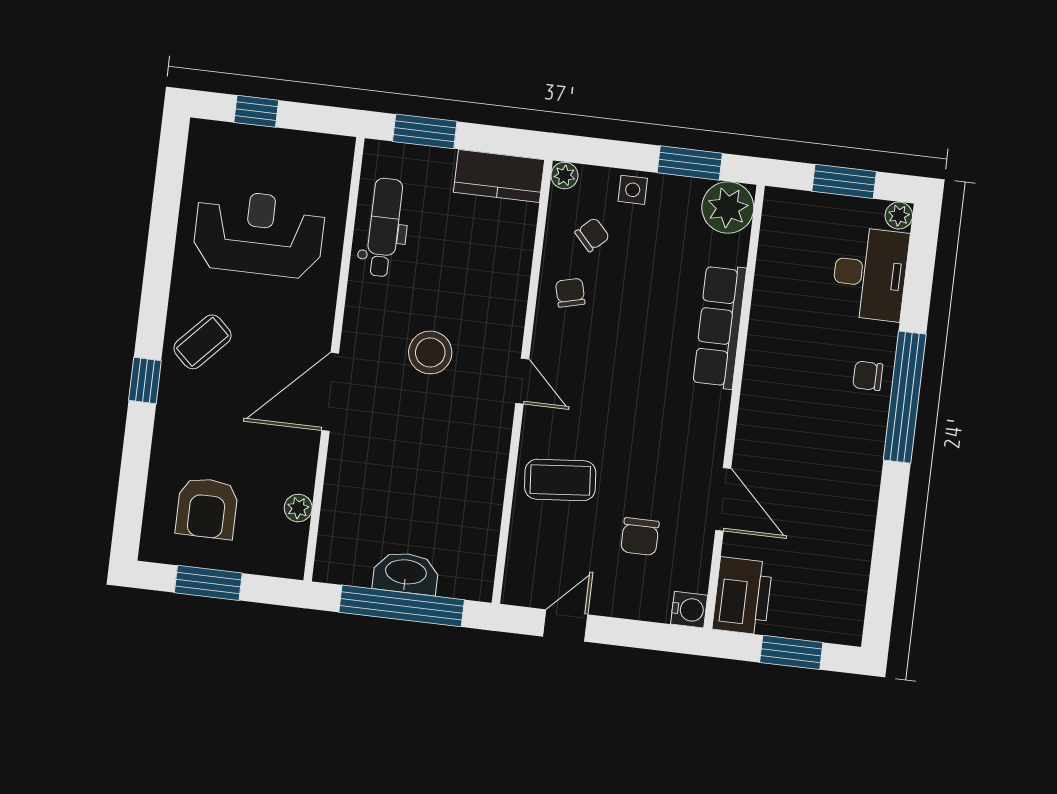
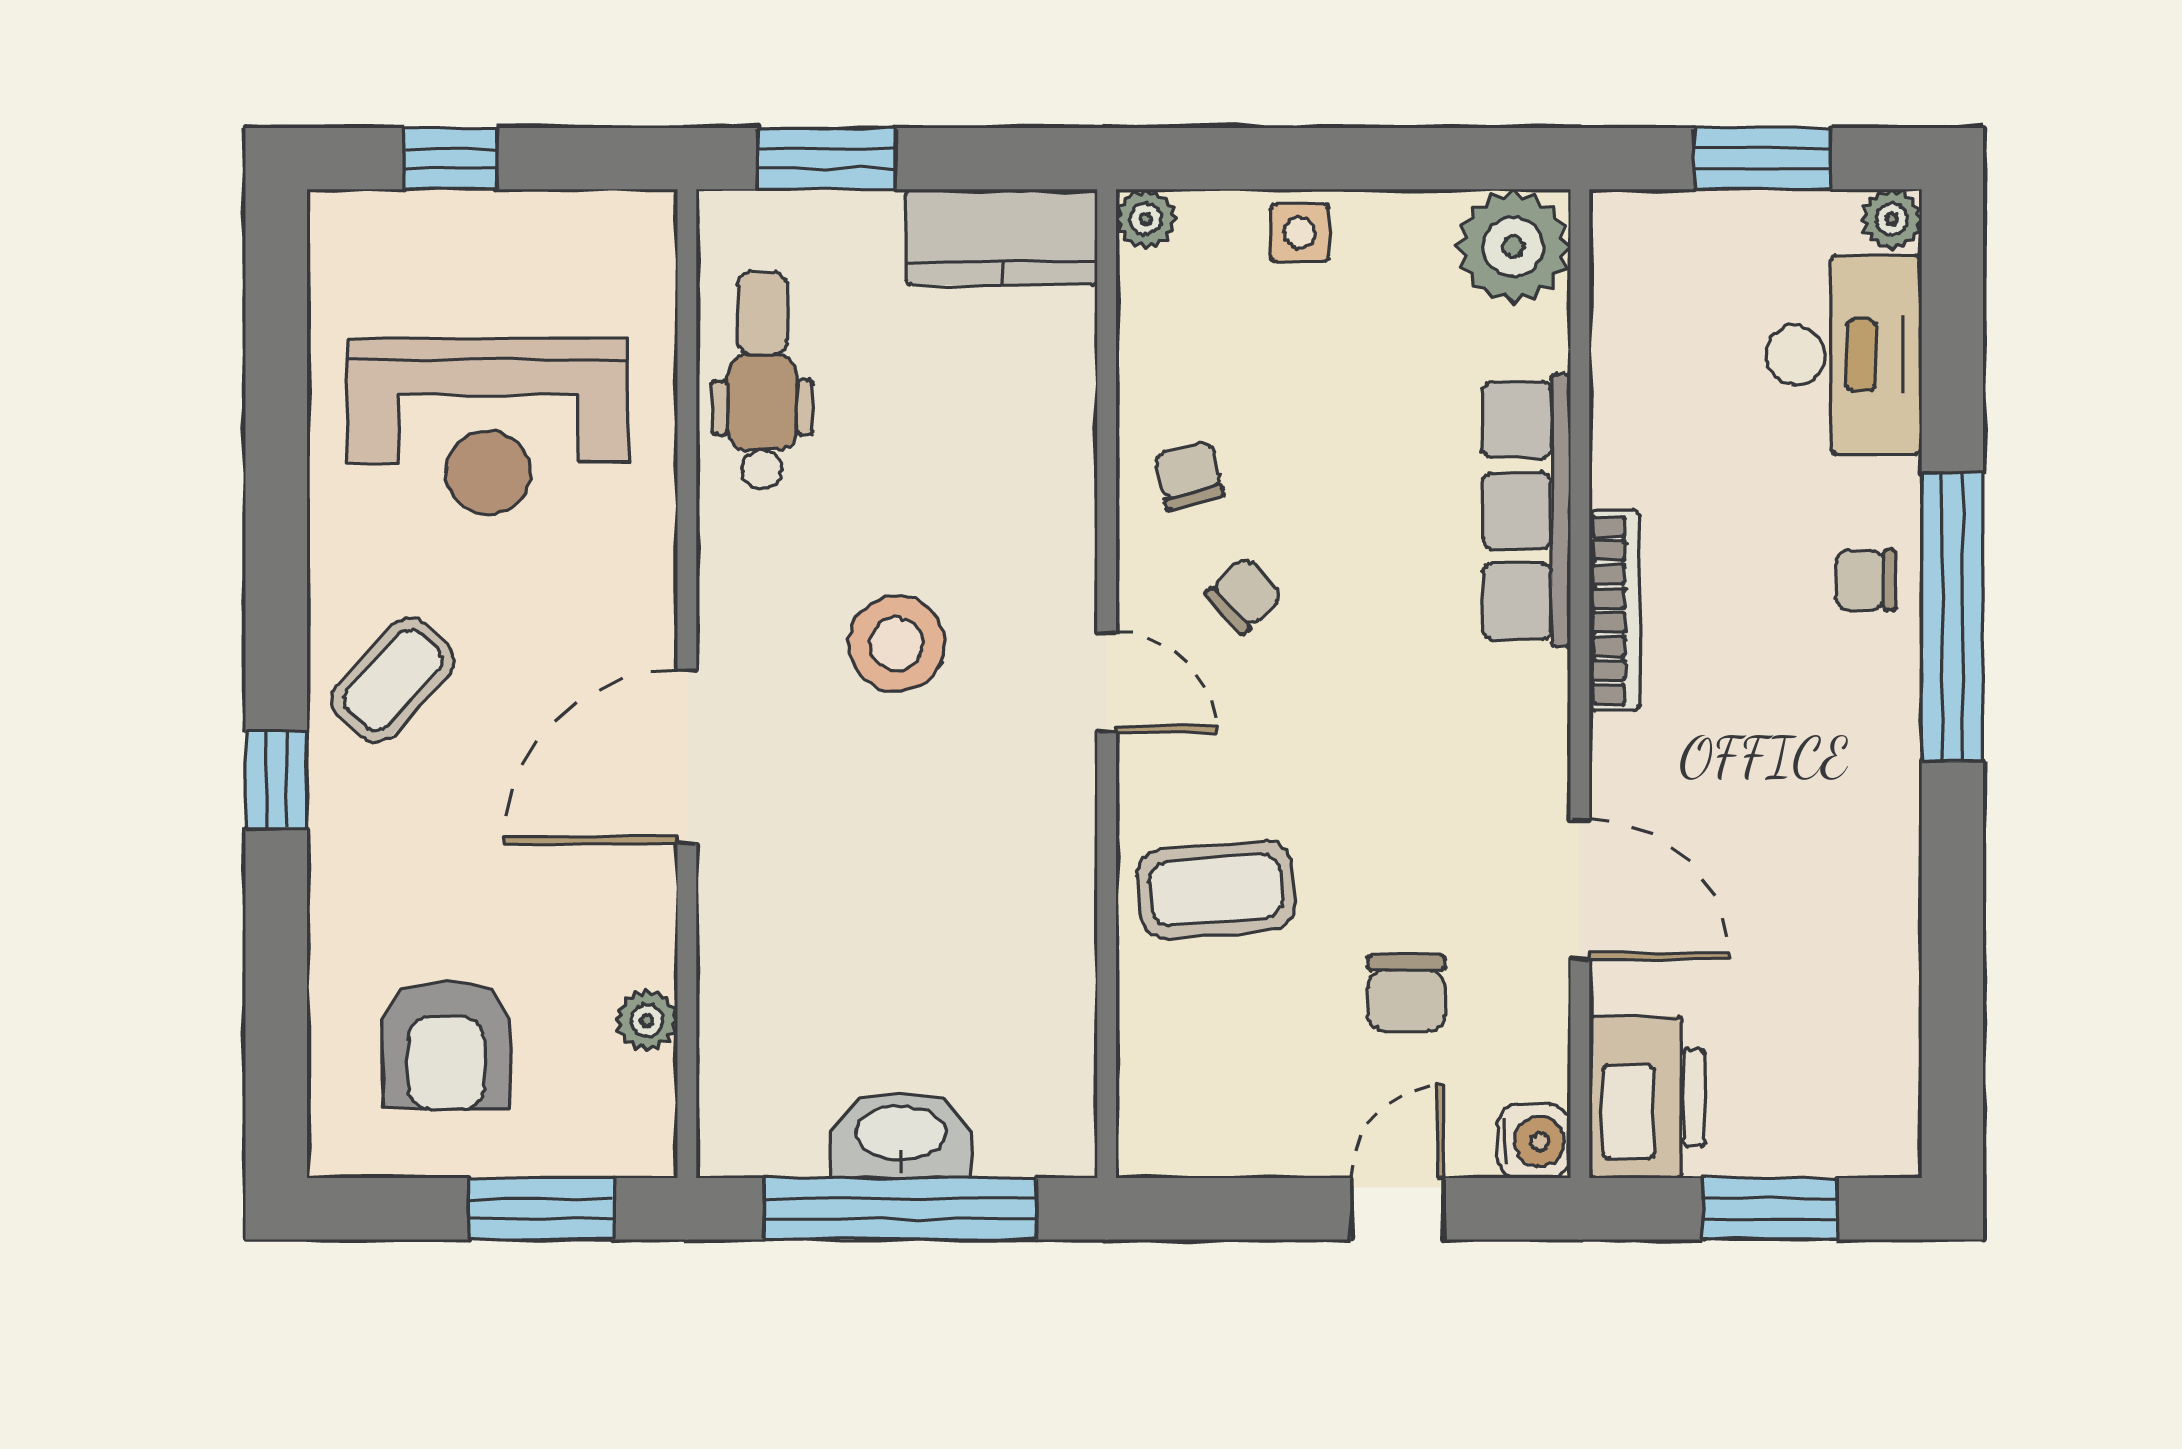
window: (690, 163) -> (1418, 159), removed
reception desk: (259, 234) -> (488, 427), turned 180
chair: (592, 235) -> (1244, 595), moved
bookcase: (754, 376) -> (1615, 611), added
window: (208, 583) -> (541, 1209), moved
door: (565, 625) -> (1397, 1209), moved

